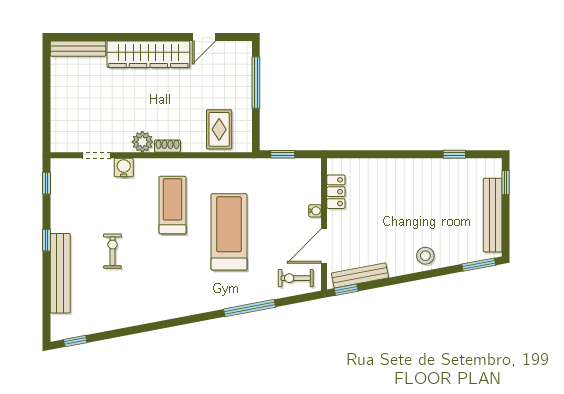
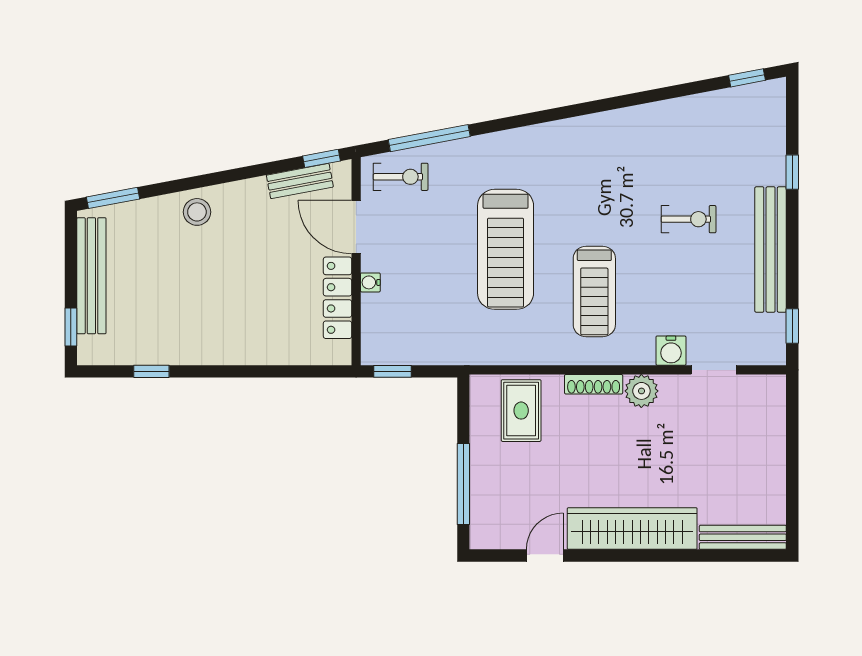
shoe rack: (167, 146) -> (594, 384), width x1.43
window: (283, 154) -> (393, 371), moved
locker: (336, 192) -> (338, 298), width x1.53
window: (46, 240) -> (792, 172), moved
door: (324, 246) -> (356, 227), swing flipped
exercise bike: (112, 251) -> (689, 219), turned -90
bench: (60, 273) -> (771, 249), moved
bench: (360, 275) -> (300, 181), width x0.73
window: (250, 308) -> (429, 138), moved

